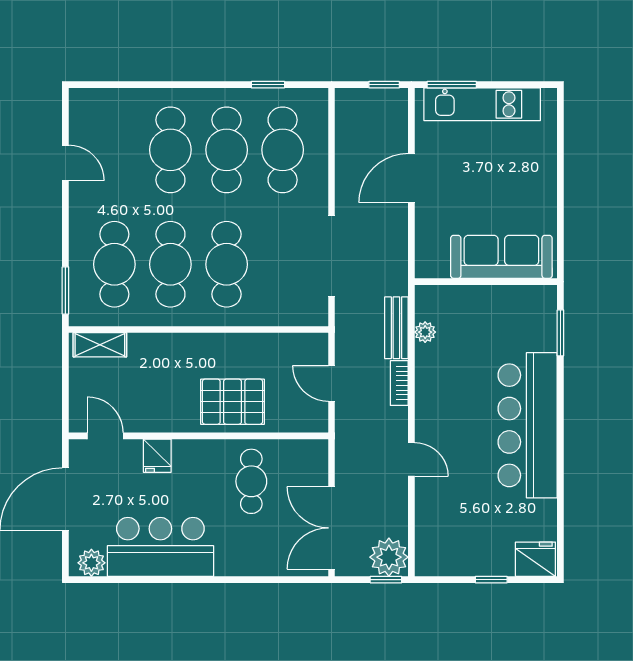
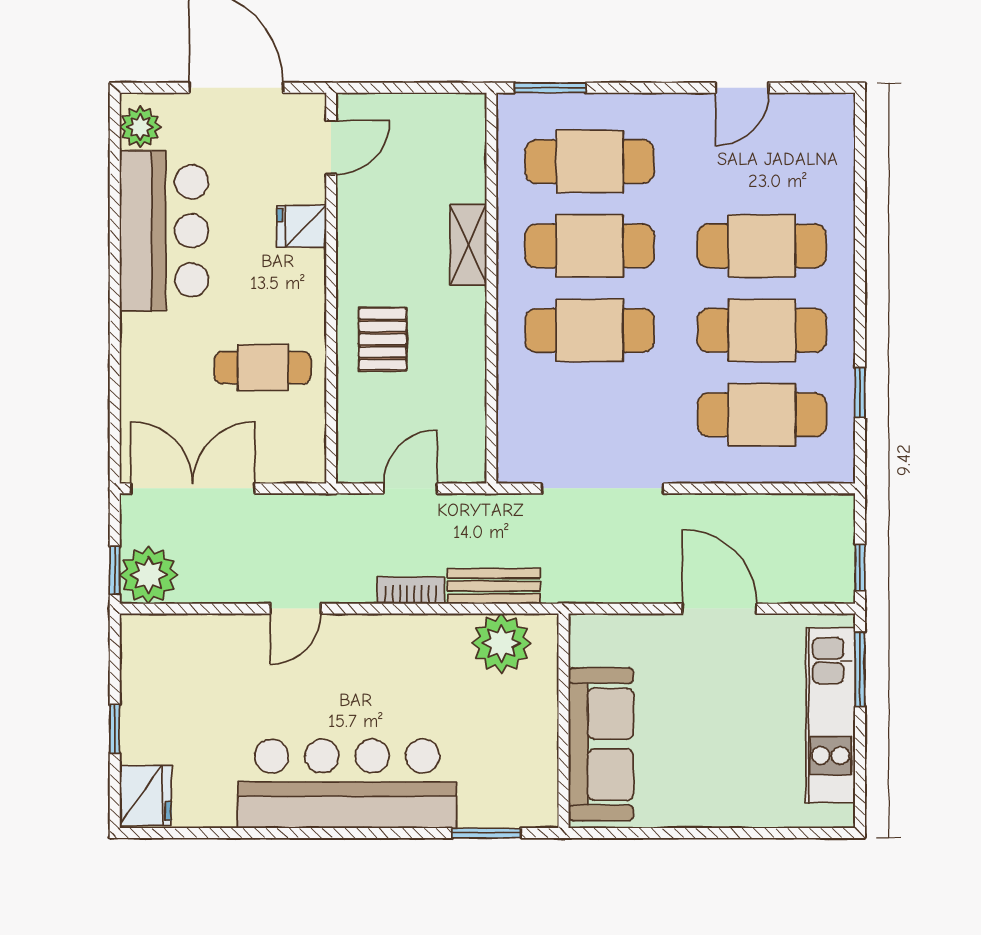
plant: (425, 332) -> (501, 643), width x1.88, depth x1.88
shelving: (100, 345) -> (468, 244), moved
pallet: (232, 402) -> (383, 339), width x0.67, depth x0.71

